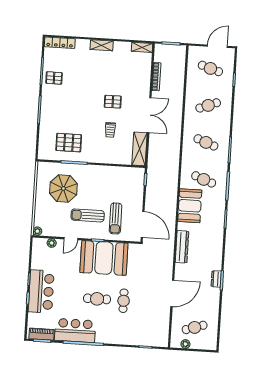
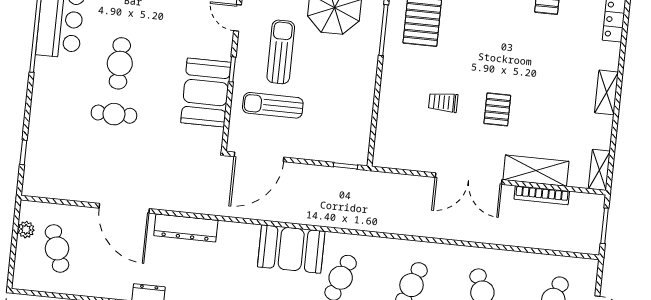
shelving: (140, 149) -> (536, 171), moved
dresser: (182, 247) -> (186, 228), moved
booth: (104, 258) -> (206, 93), width x0.73, depth x0.70

